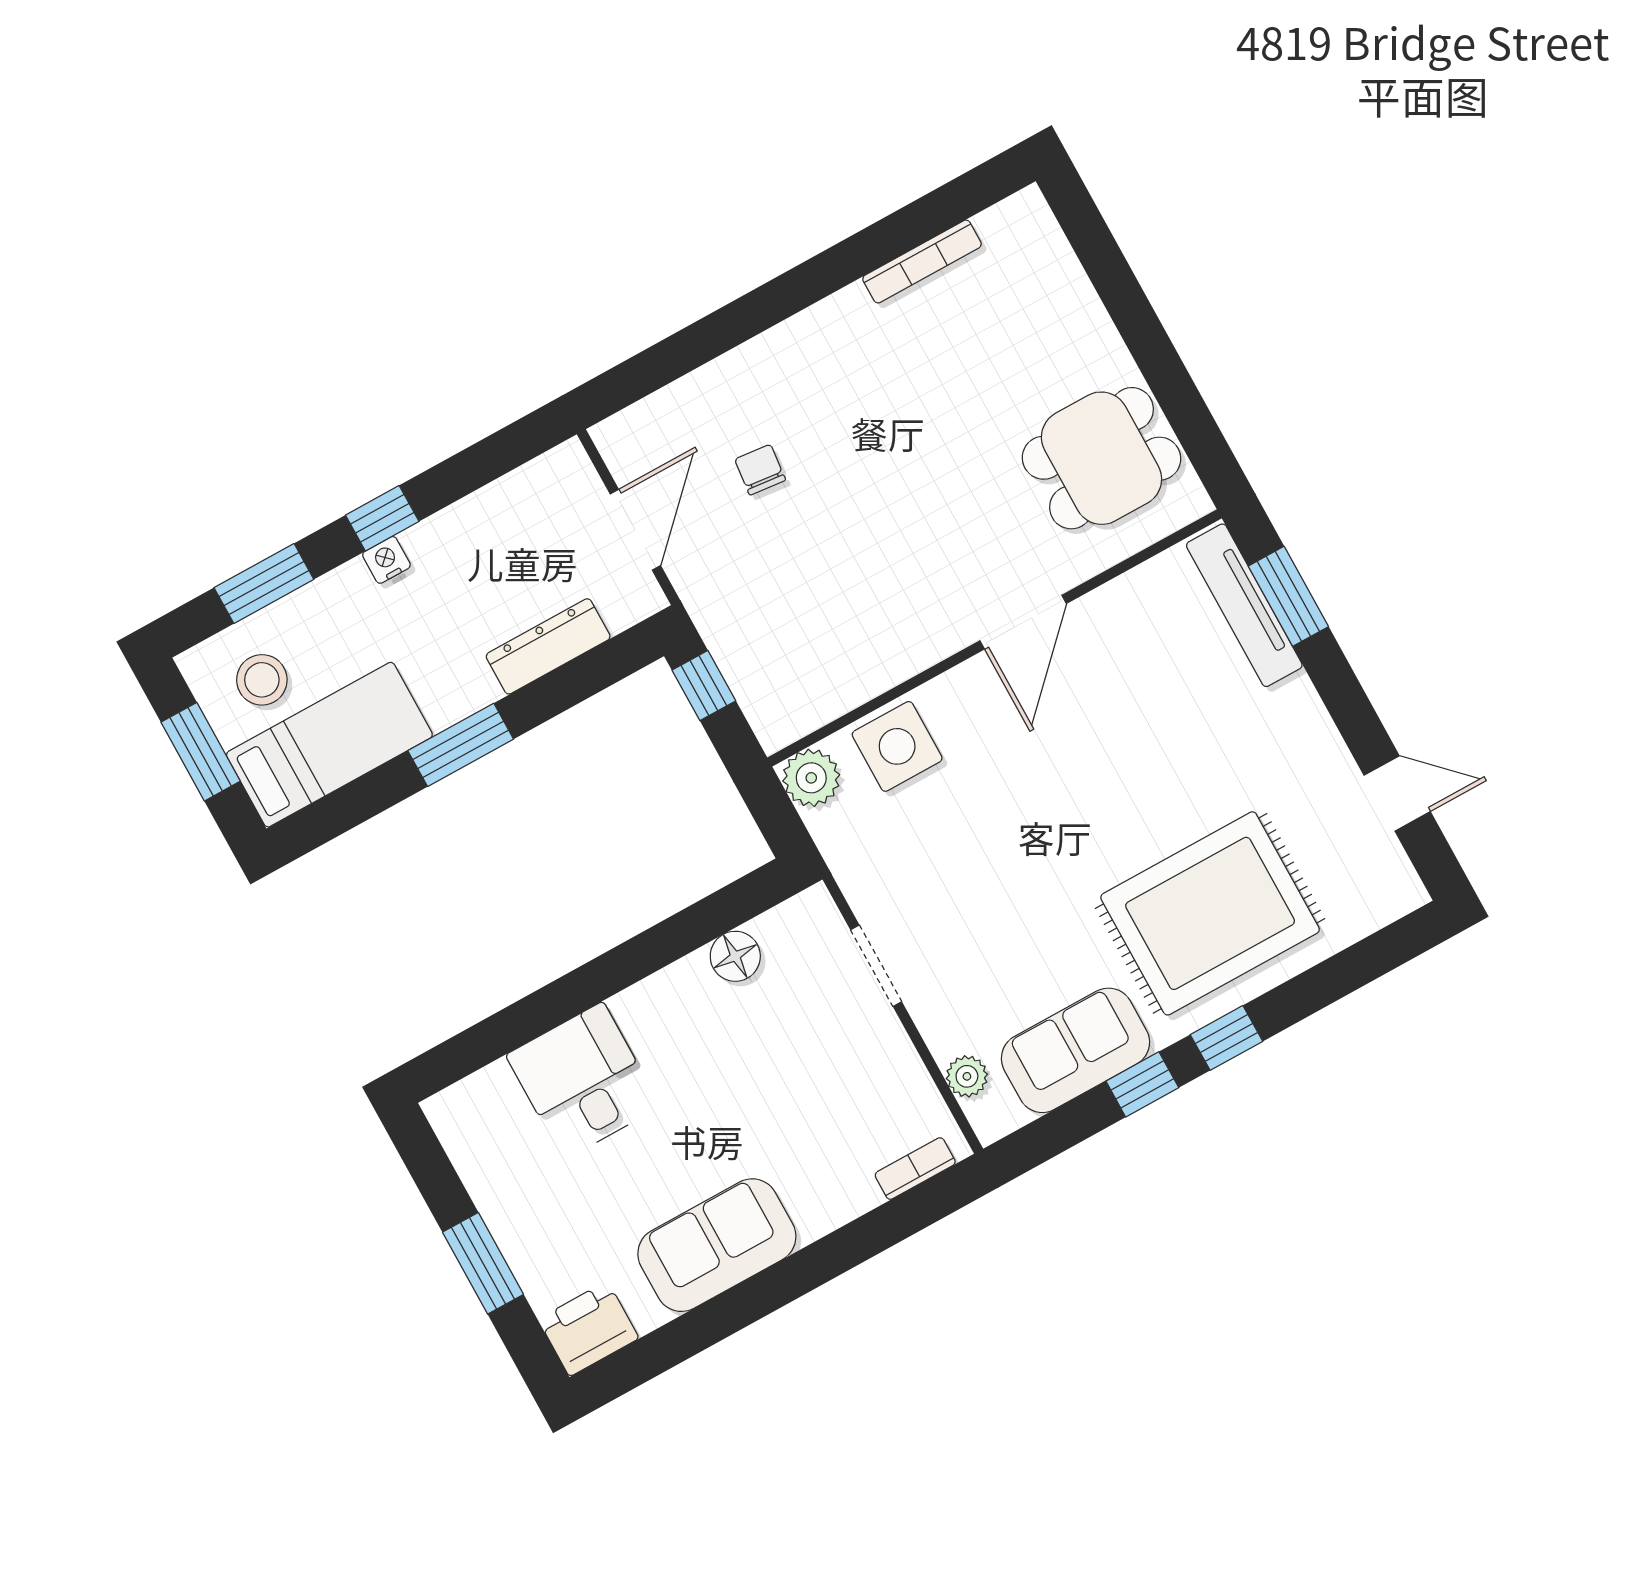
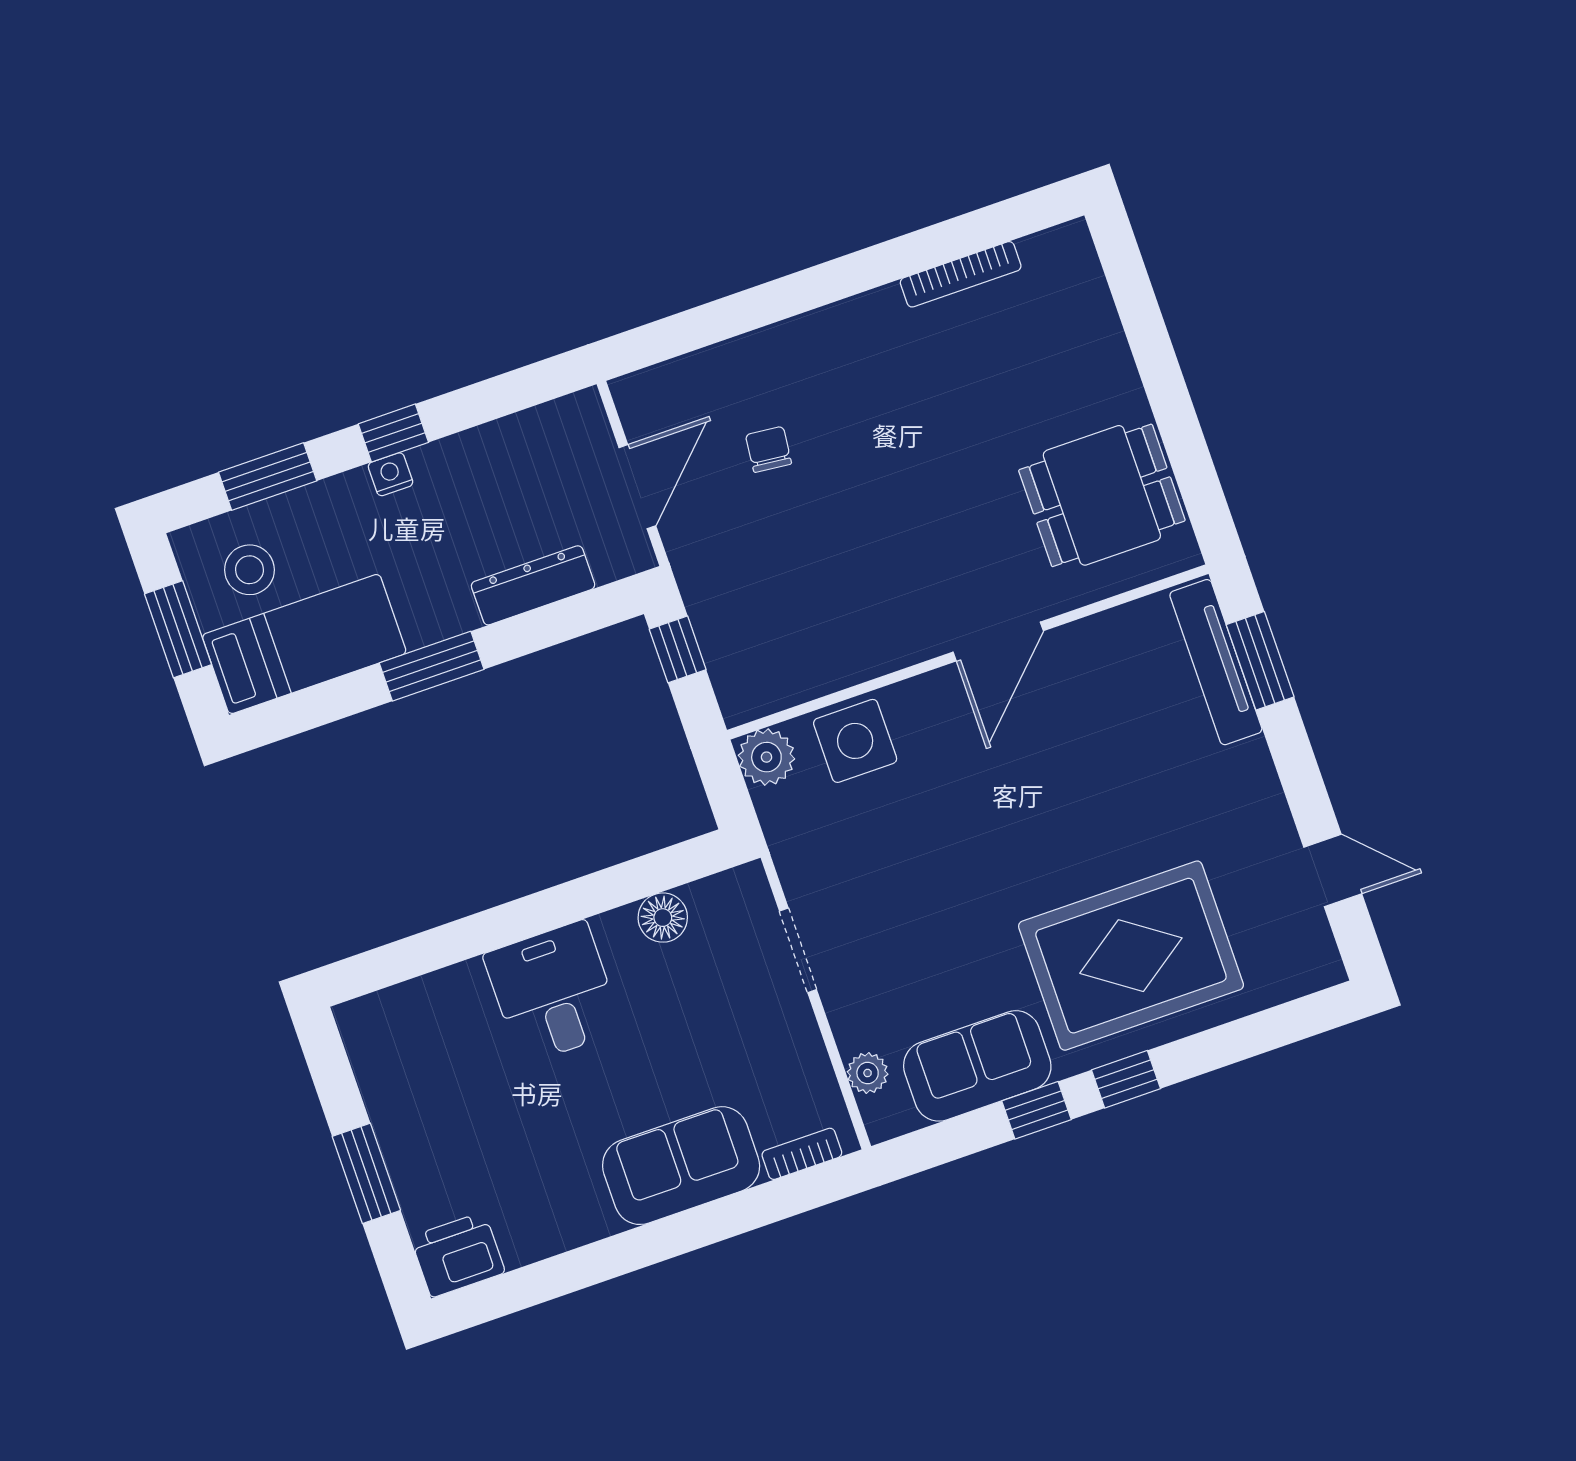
desk: (583, 1081) -> (553, 992), moved
sofa: (717, 1245) -> (681, 1166), moved

